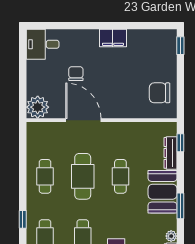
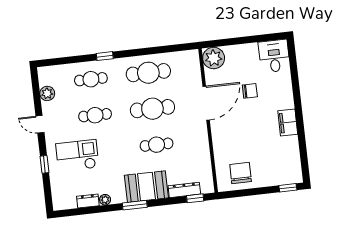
cafe table: (45, 176) -> (148, 73), width x1.37, depth x1.35

